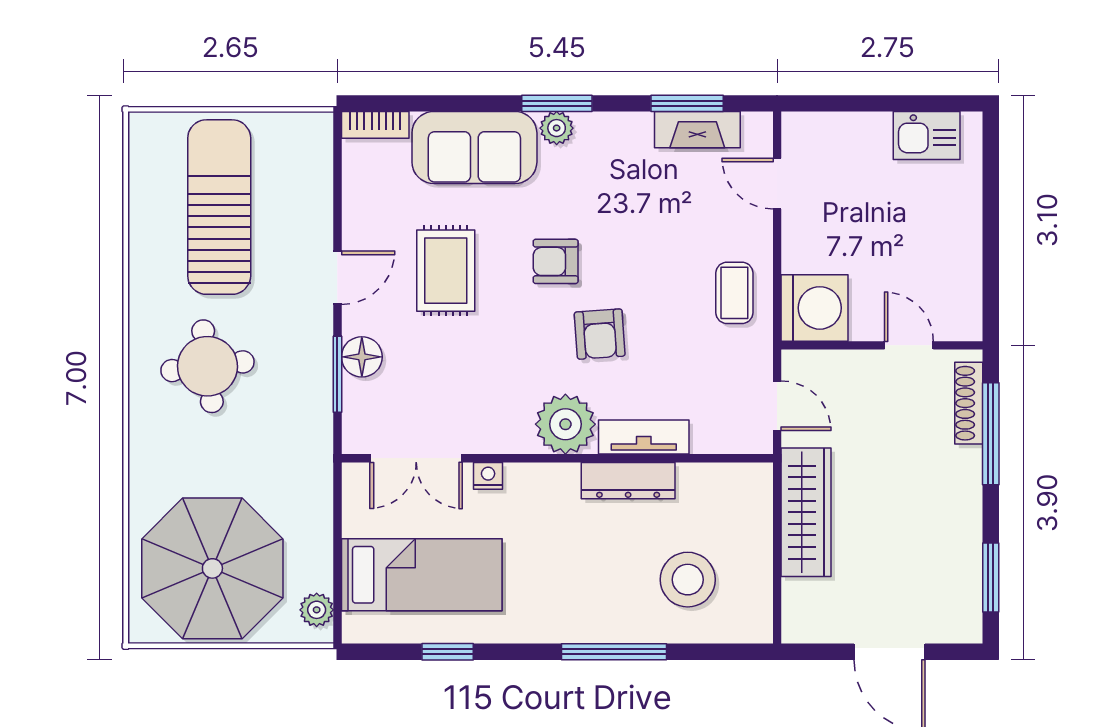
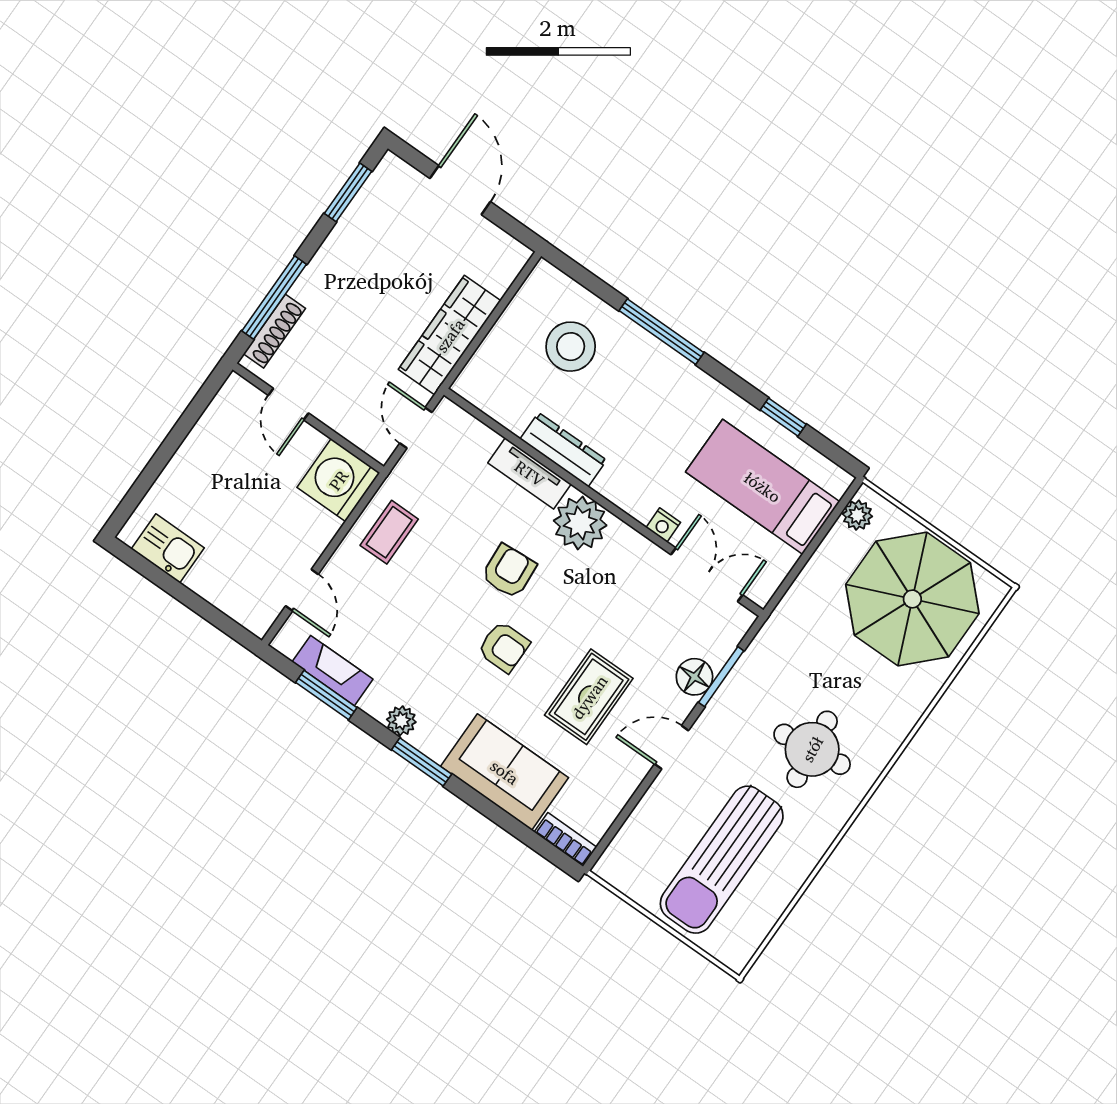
plant: (557, 128) -> (401, 721), moved

